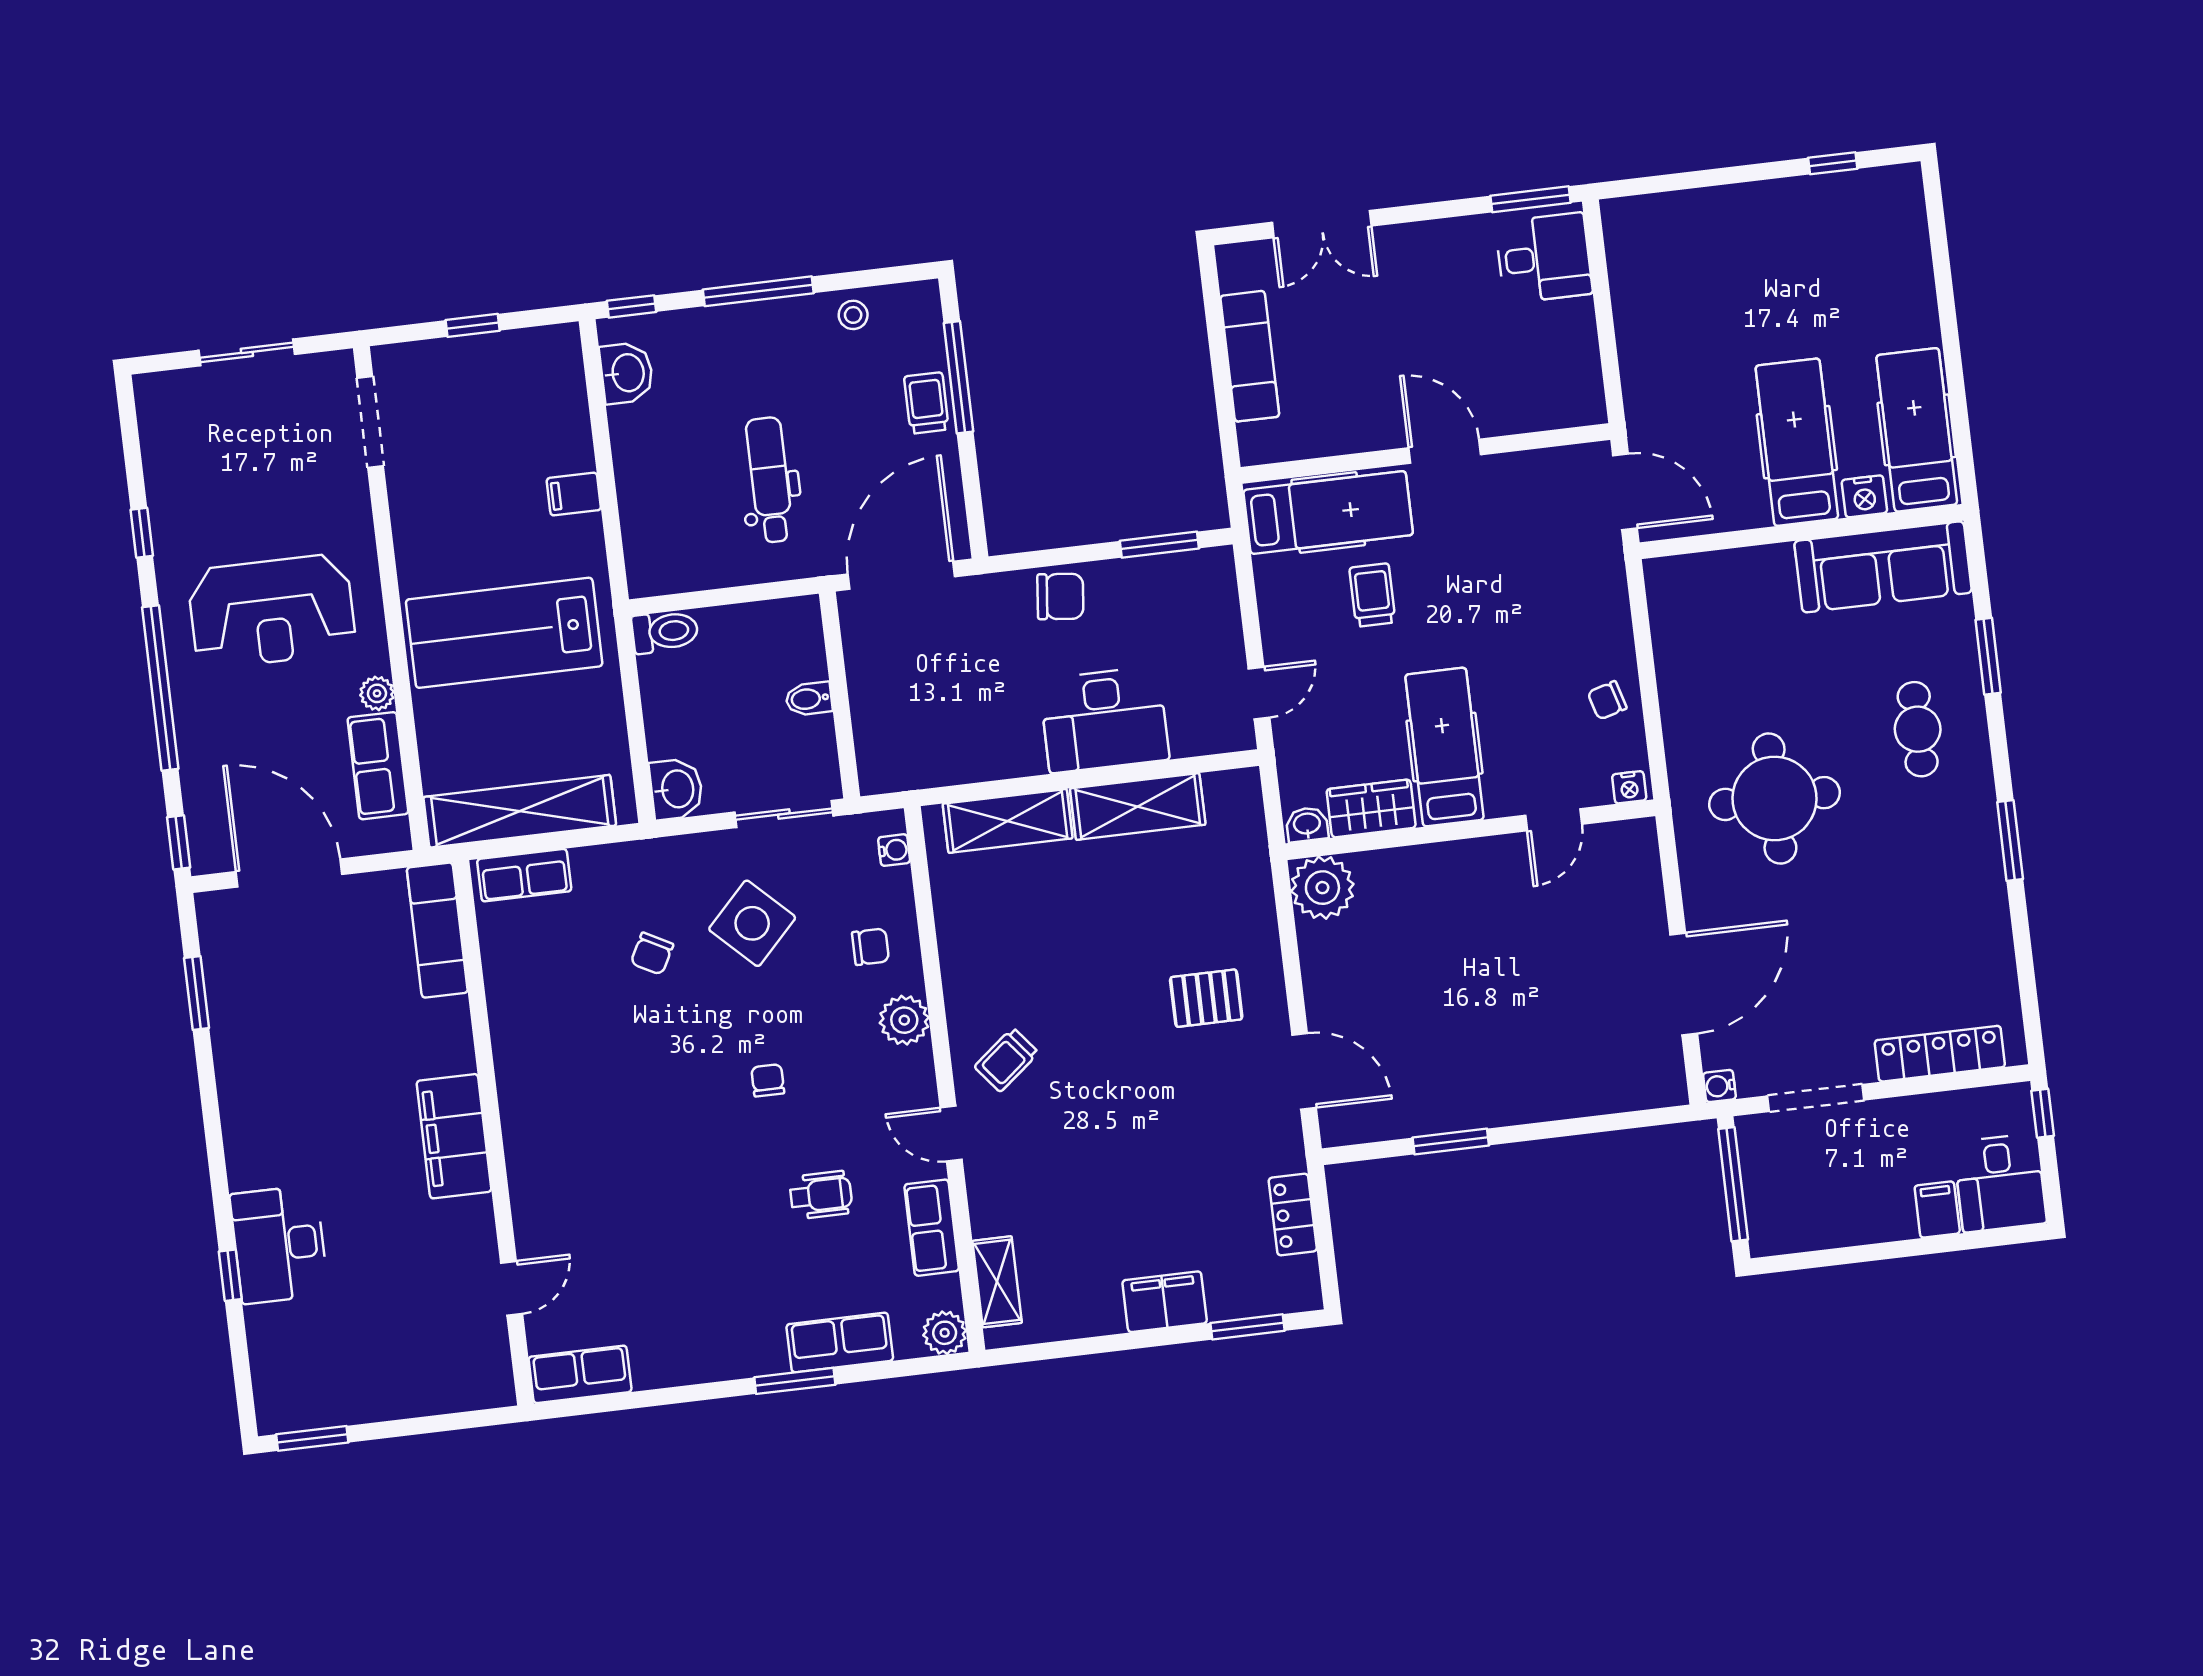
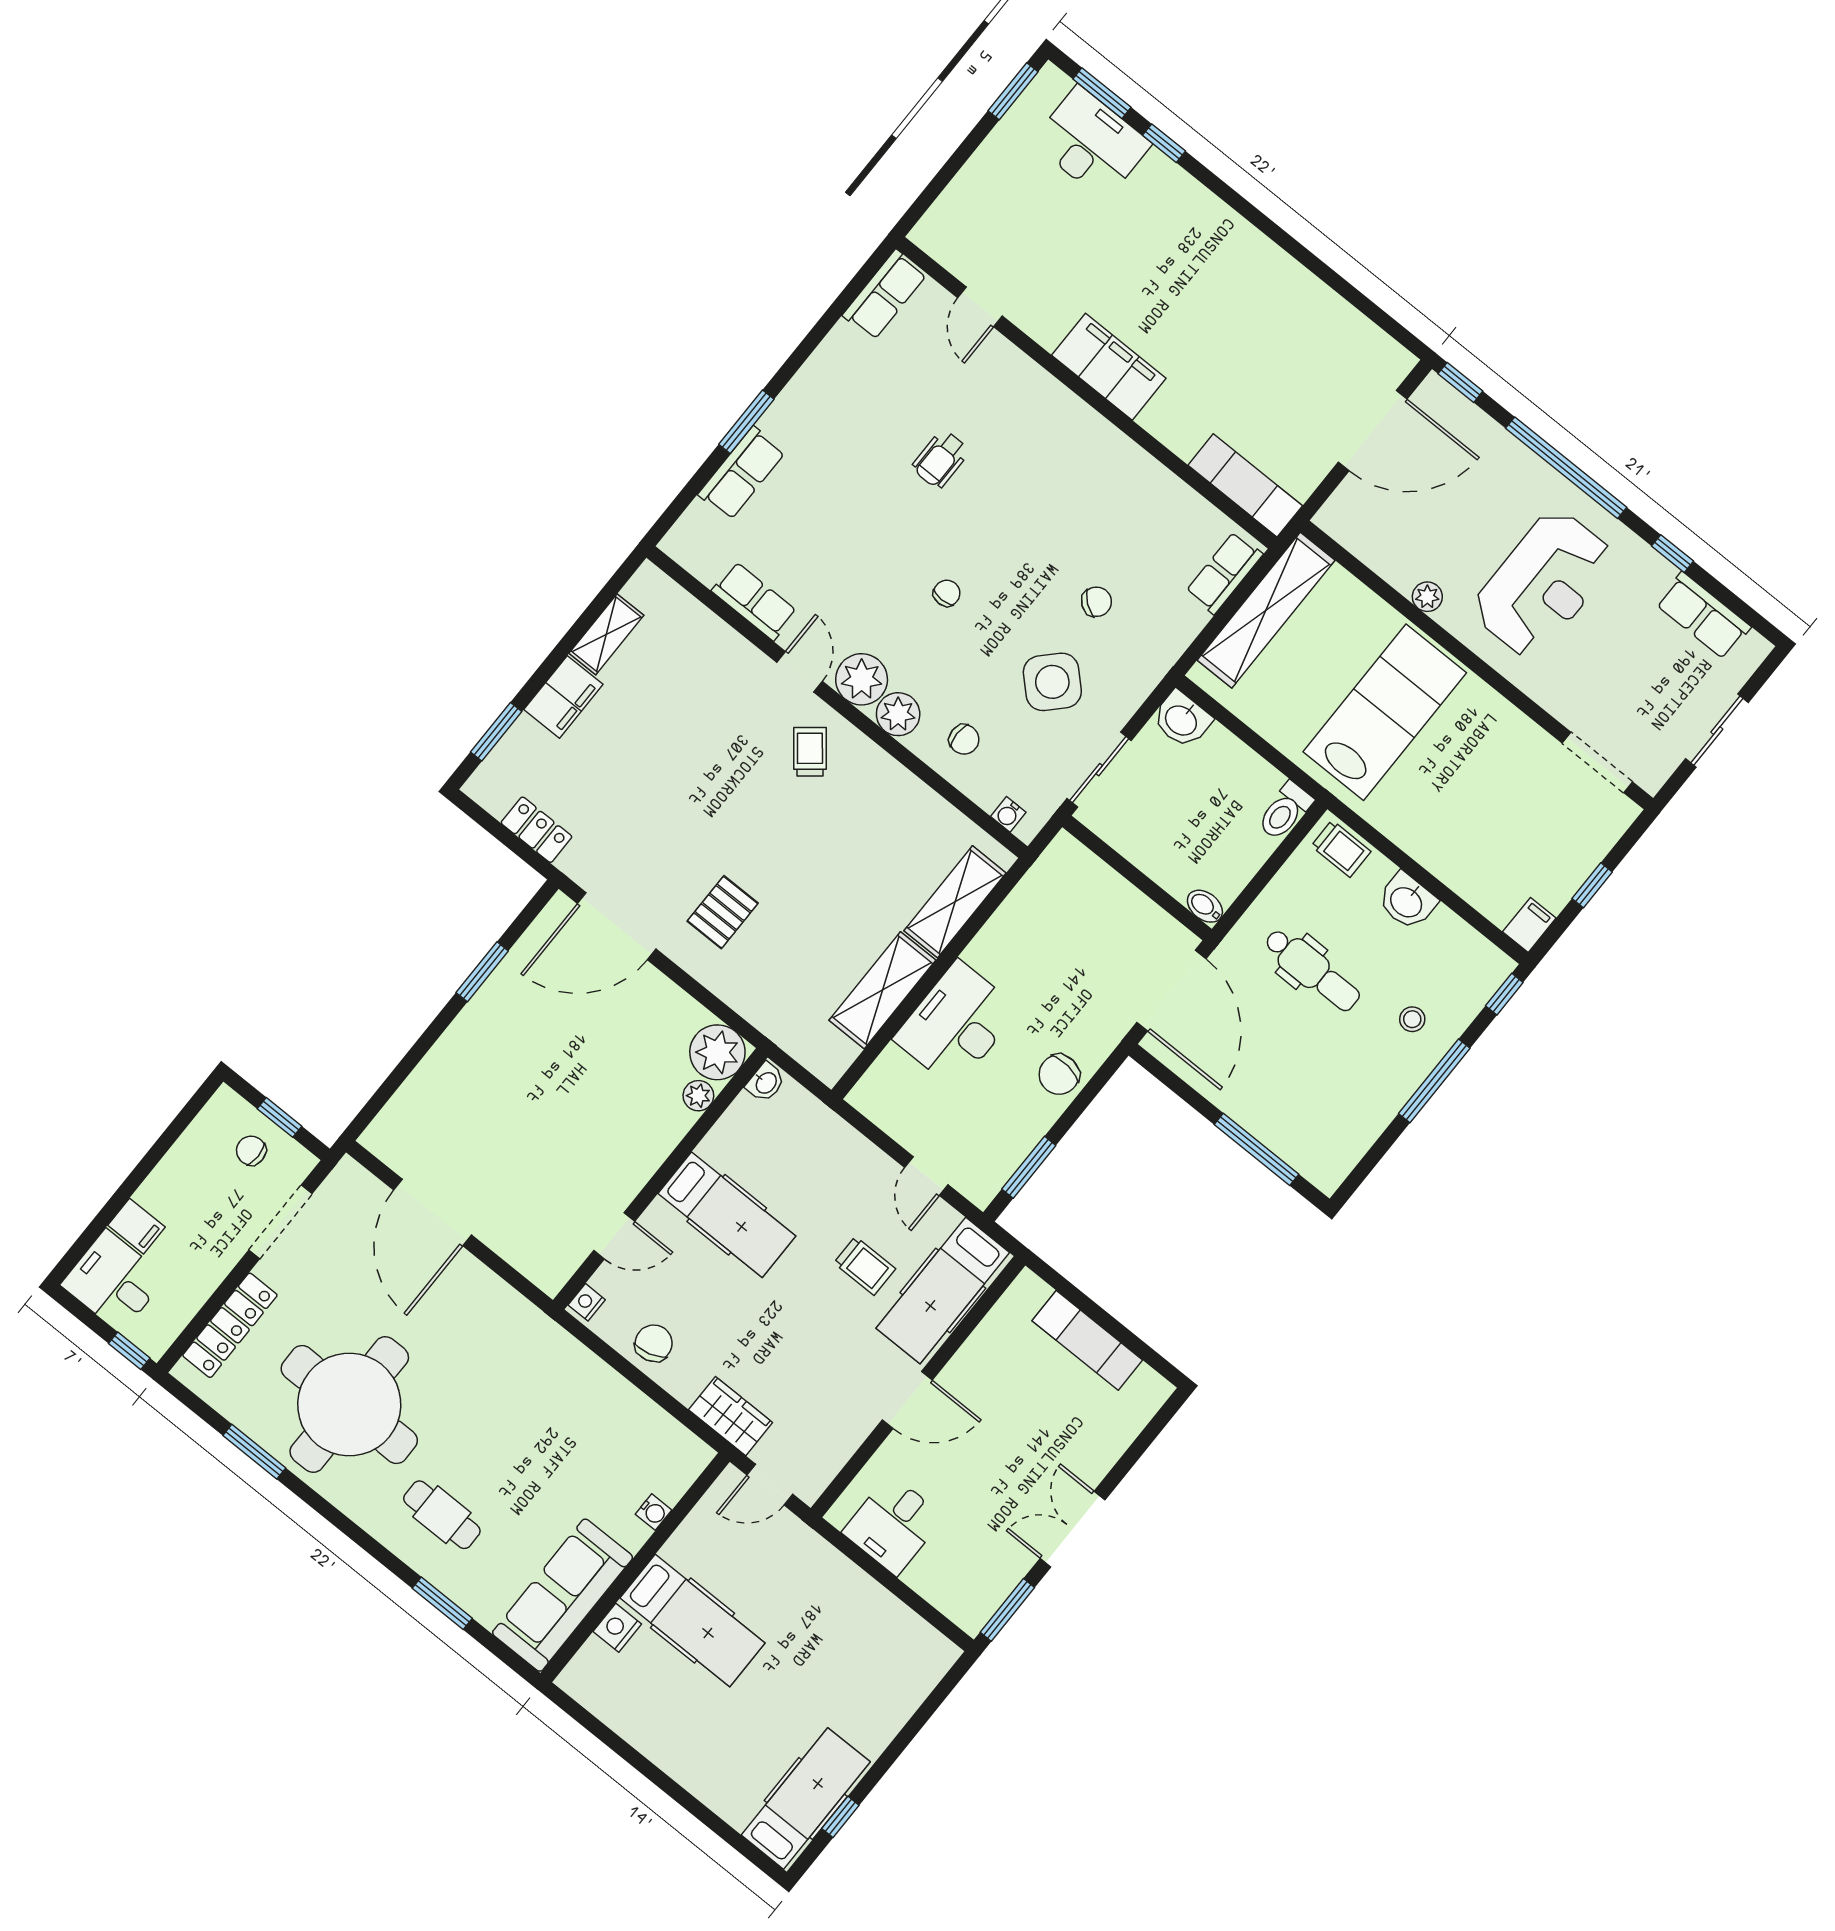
double door: (1322, 224) -> (1073, 1529), moved
desk: (1544, 258) -> (893, 1525), moved
stool: (853, 315) -> (1412, 1019), moved
washbasin: (627, 373) -> (1407, 901), moved
trolley: (926, 403) -> (1341, 849), moved
hospital bed: (1917, 430) -> (806, 1798), moved, turned -90
door: (1625, 492) -> (770, 1485), width x0.73
filing cabinet: (574, 494) -> (1529, 925), moved
reception desk: (272, 611) -> (1543, 584), turned 180
door: (1259, 693) -> (926, 1176), moved
bidet: (809, 699) -> (1205, 906), moved, turned -90
chair: (1607, 700) -> (654, 1343), width x1.37, depth x1.37
row of seats: (378, 766) -> (1703, 616), moved, turned 180
round table: (1775, 799) -> (349, 1405), moved, width x1.36, depth x1.36
wardrobe: (1371, 808) -> (731, 1416), moved, turned -90
door: (1554, 820) -> (614, 1236), swing flipped
window: (2010, 841) -> (254, 1452), moved
plant: (1373, 867) -> (698, 1096), added
chair: (870, 947) -> (964, 739), turned -90
chair: (652, 954) -> (1097, 602), turned 99
window: (197, 993) -> (1102, 93), moved
door: (1304, 1071) -> (617, 926), width x1.36
chair: (768, 1080) -> (947, 593), turned -90
water cooler: (1719, 1086) -> (654, 1512), moved, turned 90
door: (951, 1134) -> (799, 672), hinge flipped
chair: (1783, 1180) -> (251, 1151), added
window: (1733, 1184) -> (280, 1117), width x0.46
wheelchair: (821, 1195) -> (941, 459), moved
desk: (279, 1244) -> (1091, 143), moved
shelving: (997, 1282) -> (606, 634), moved, turned 90
plant: (945, 1333) -> (862, 679), moved, width x1.36, depth x1.36

